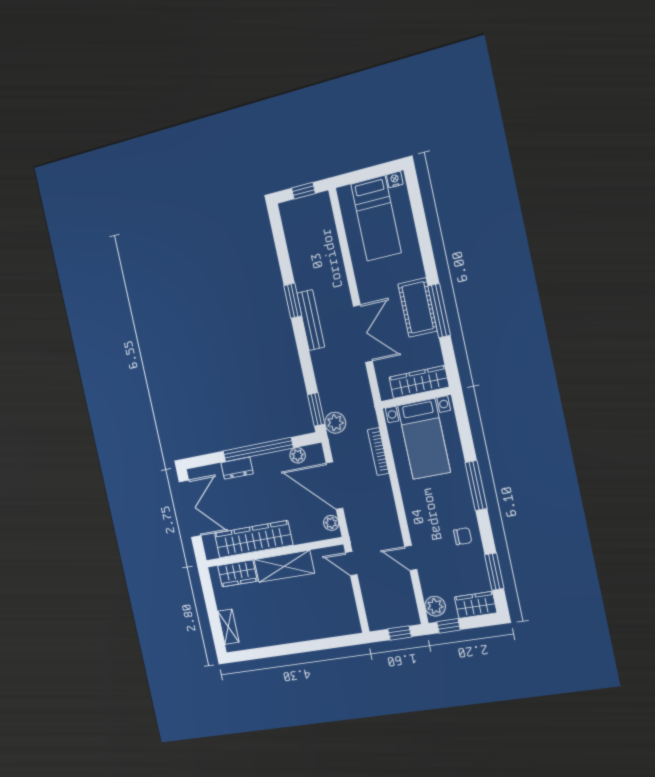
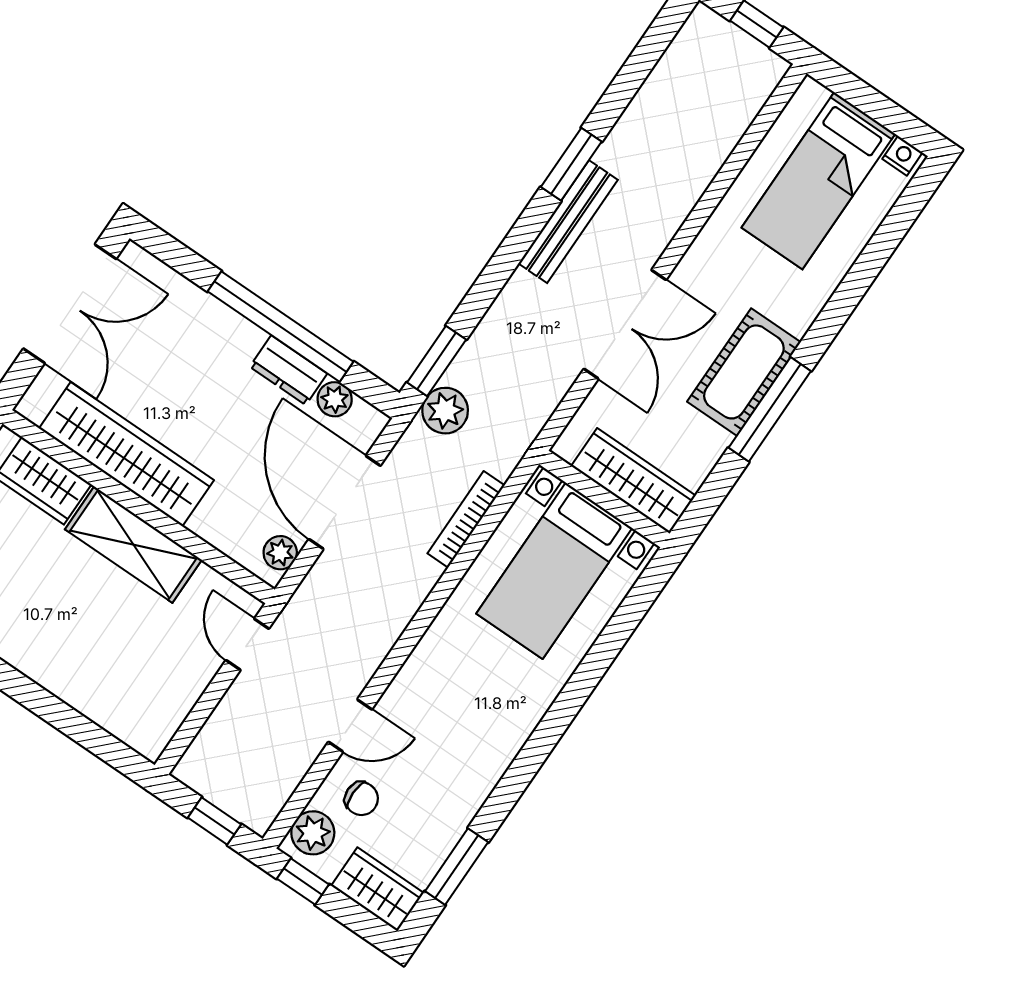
dresser: (237, 468) -> (288, 370), moved
window: (476, 486) -> (560, 715), removed
chair: (463, 536) -> (361, 799), moved
door: (411, 558) -> (350, 726), swing flipped

